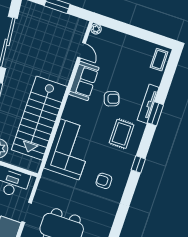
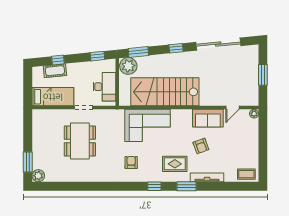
window: (155, 114) -> (187, 186), moved

